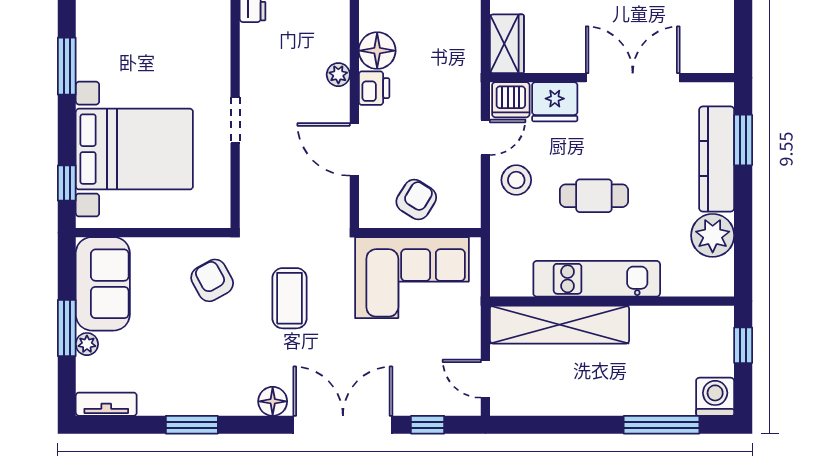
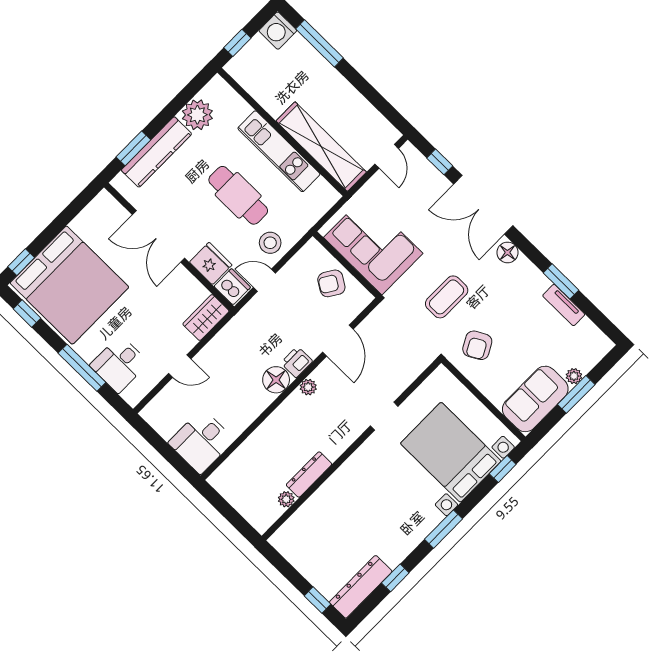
cafe table: (594, 196) -> (238, 195), width x1.37, depth x1.35
tv unit: (106, 404) -> (564, 305), moved

